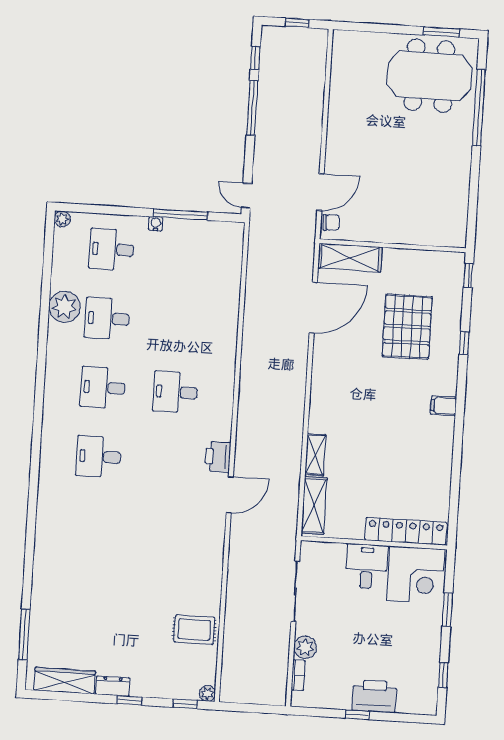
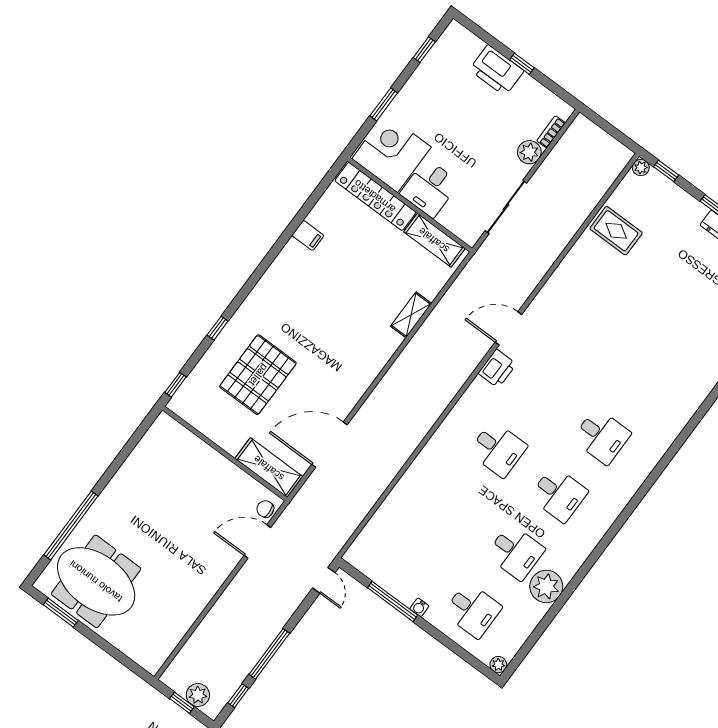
plant: (288, 37) -> (198, 695), added
filing cabinet: (444, 406) -> (308, 235), moved
shelving: (314, 505) -> (434, 240), moved, turned 90

